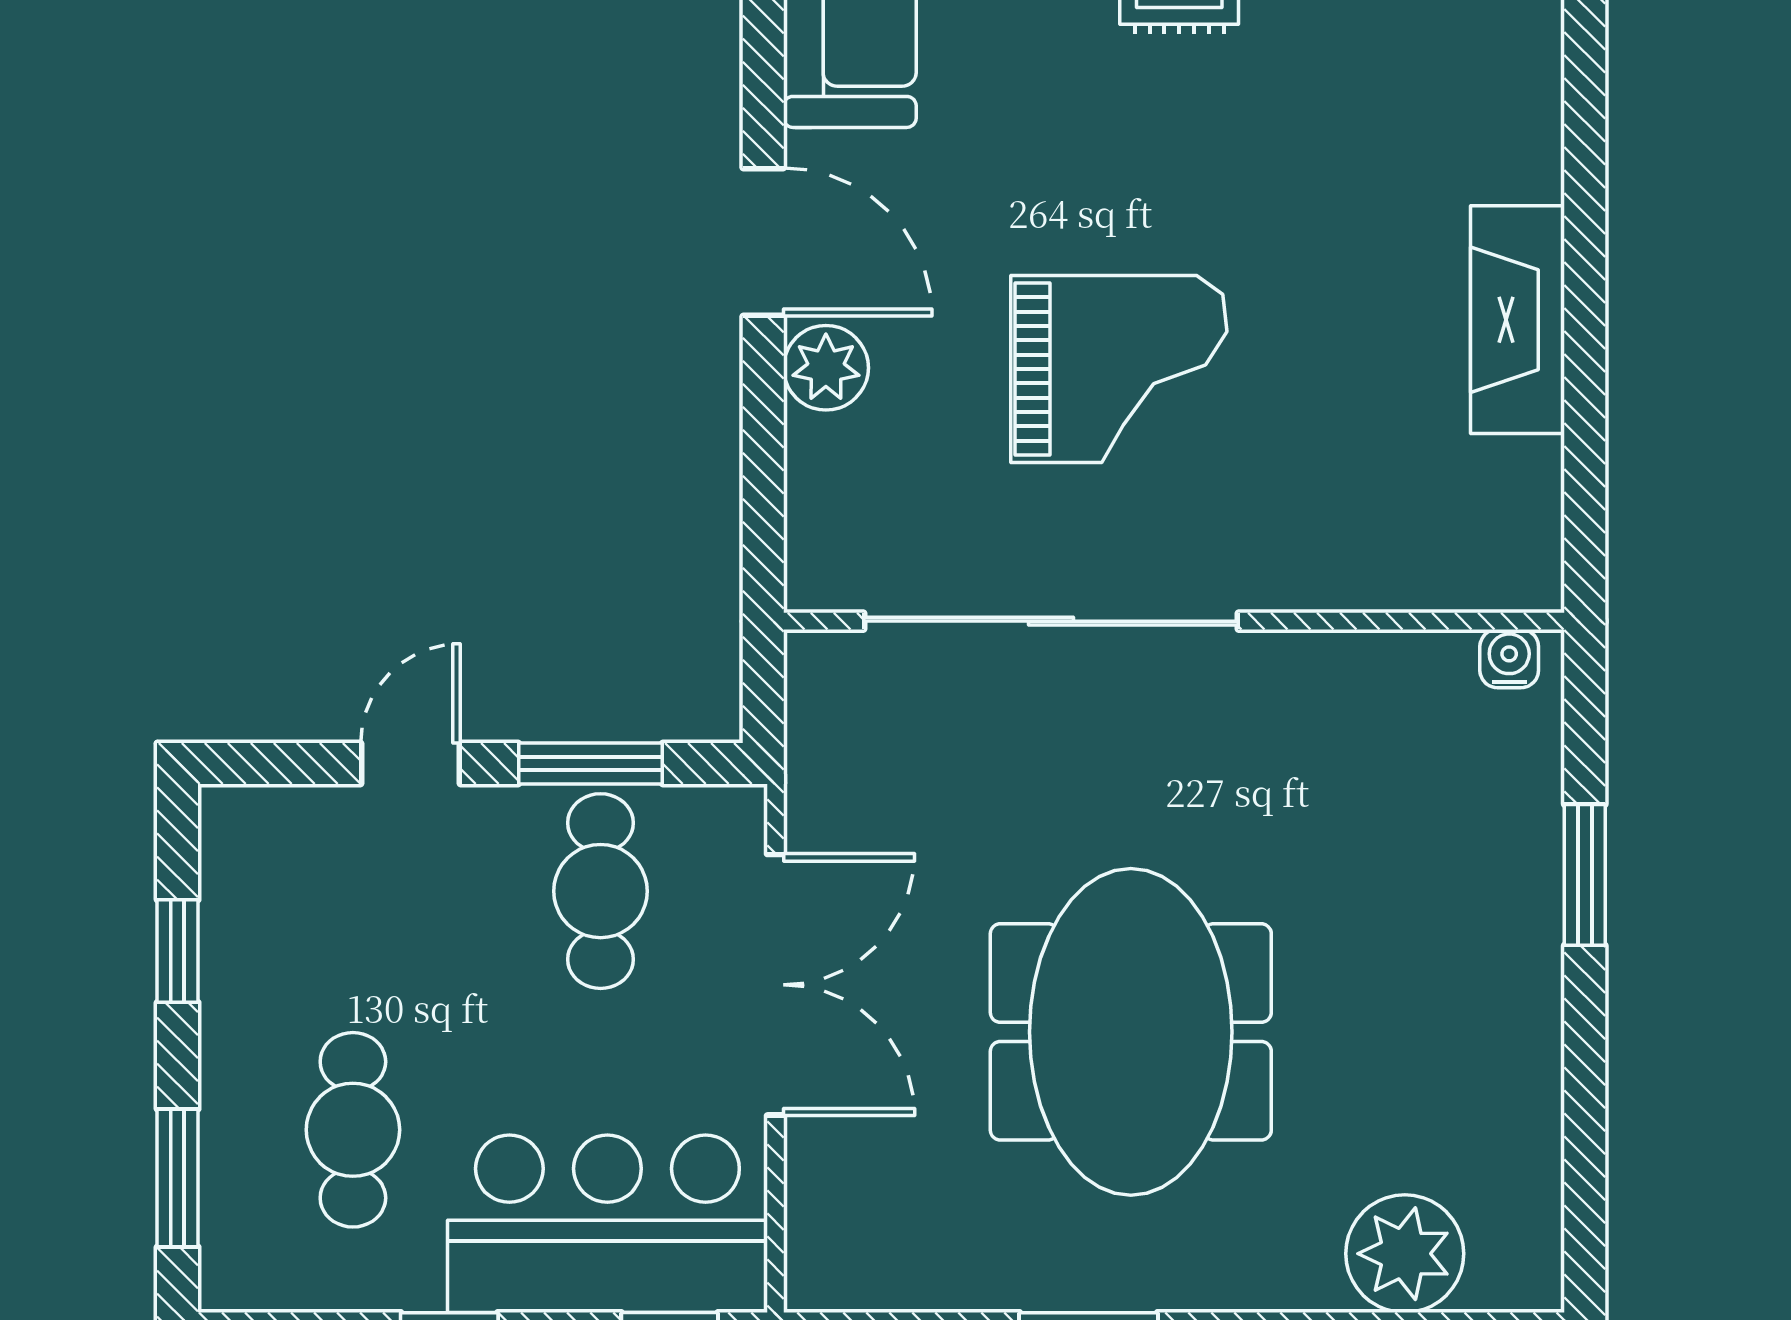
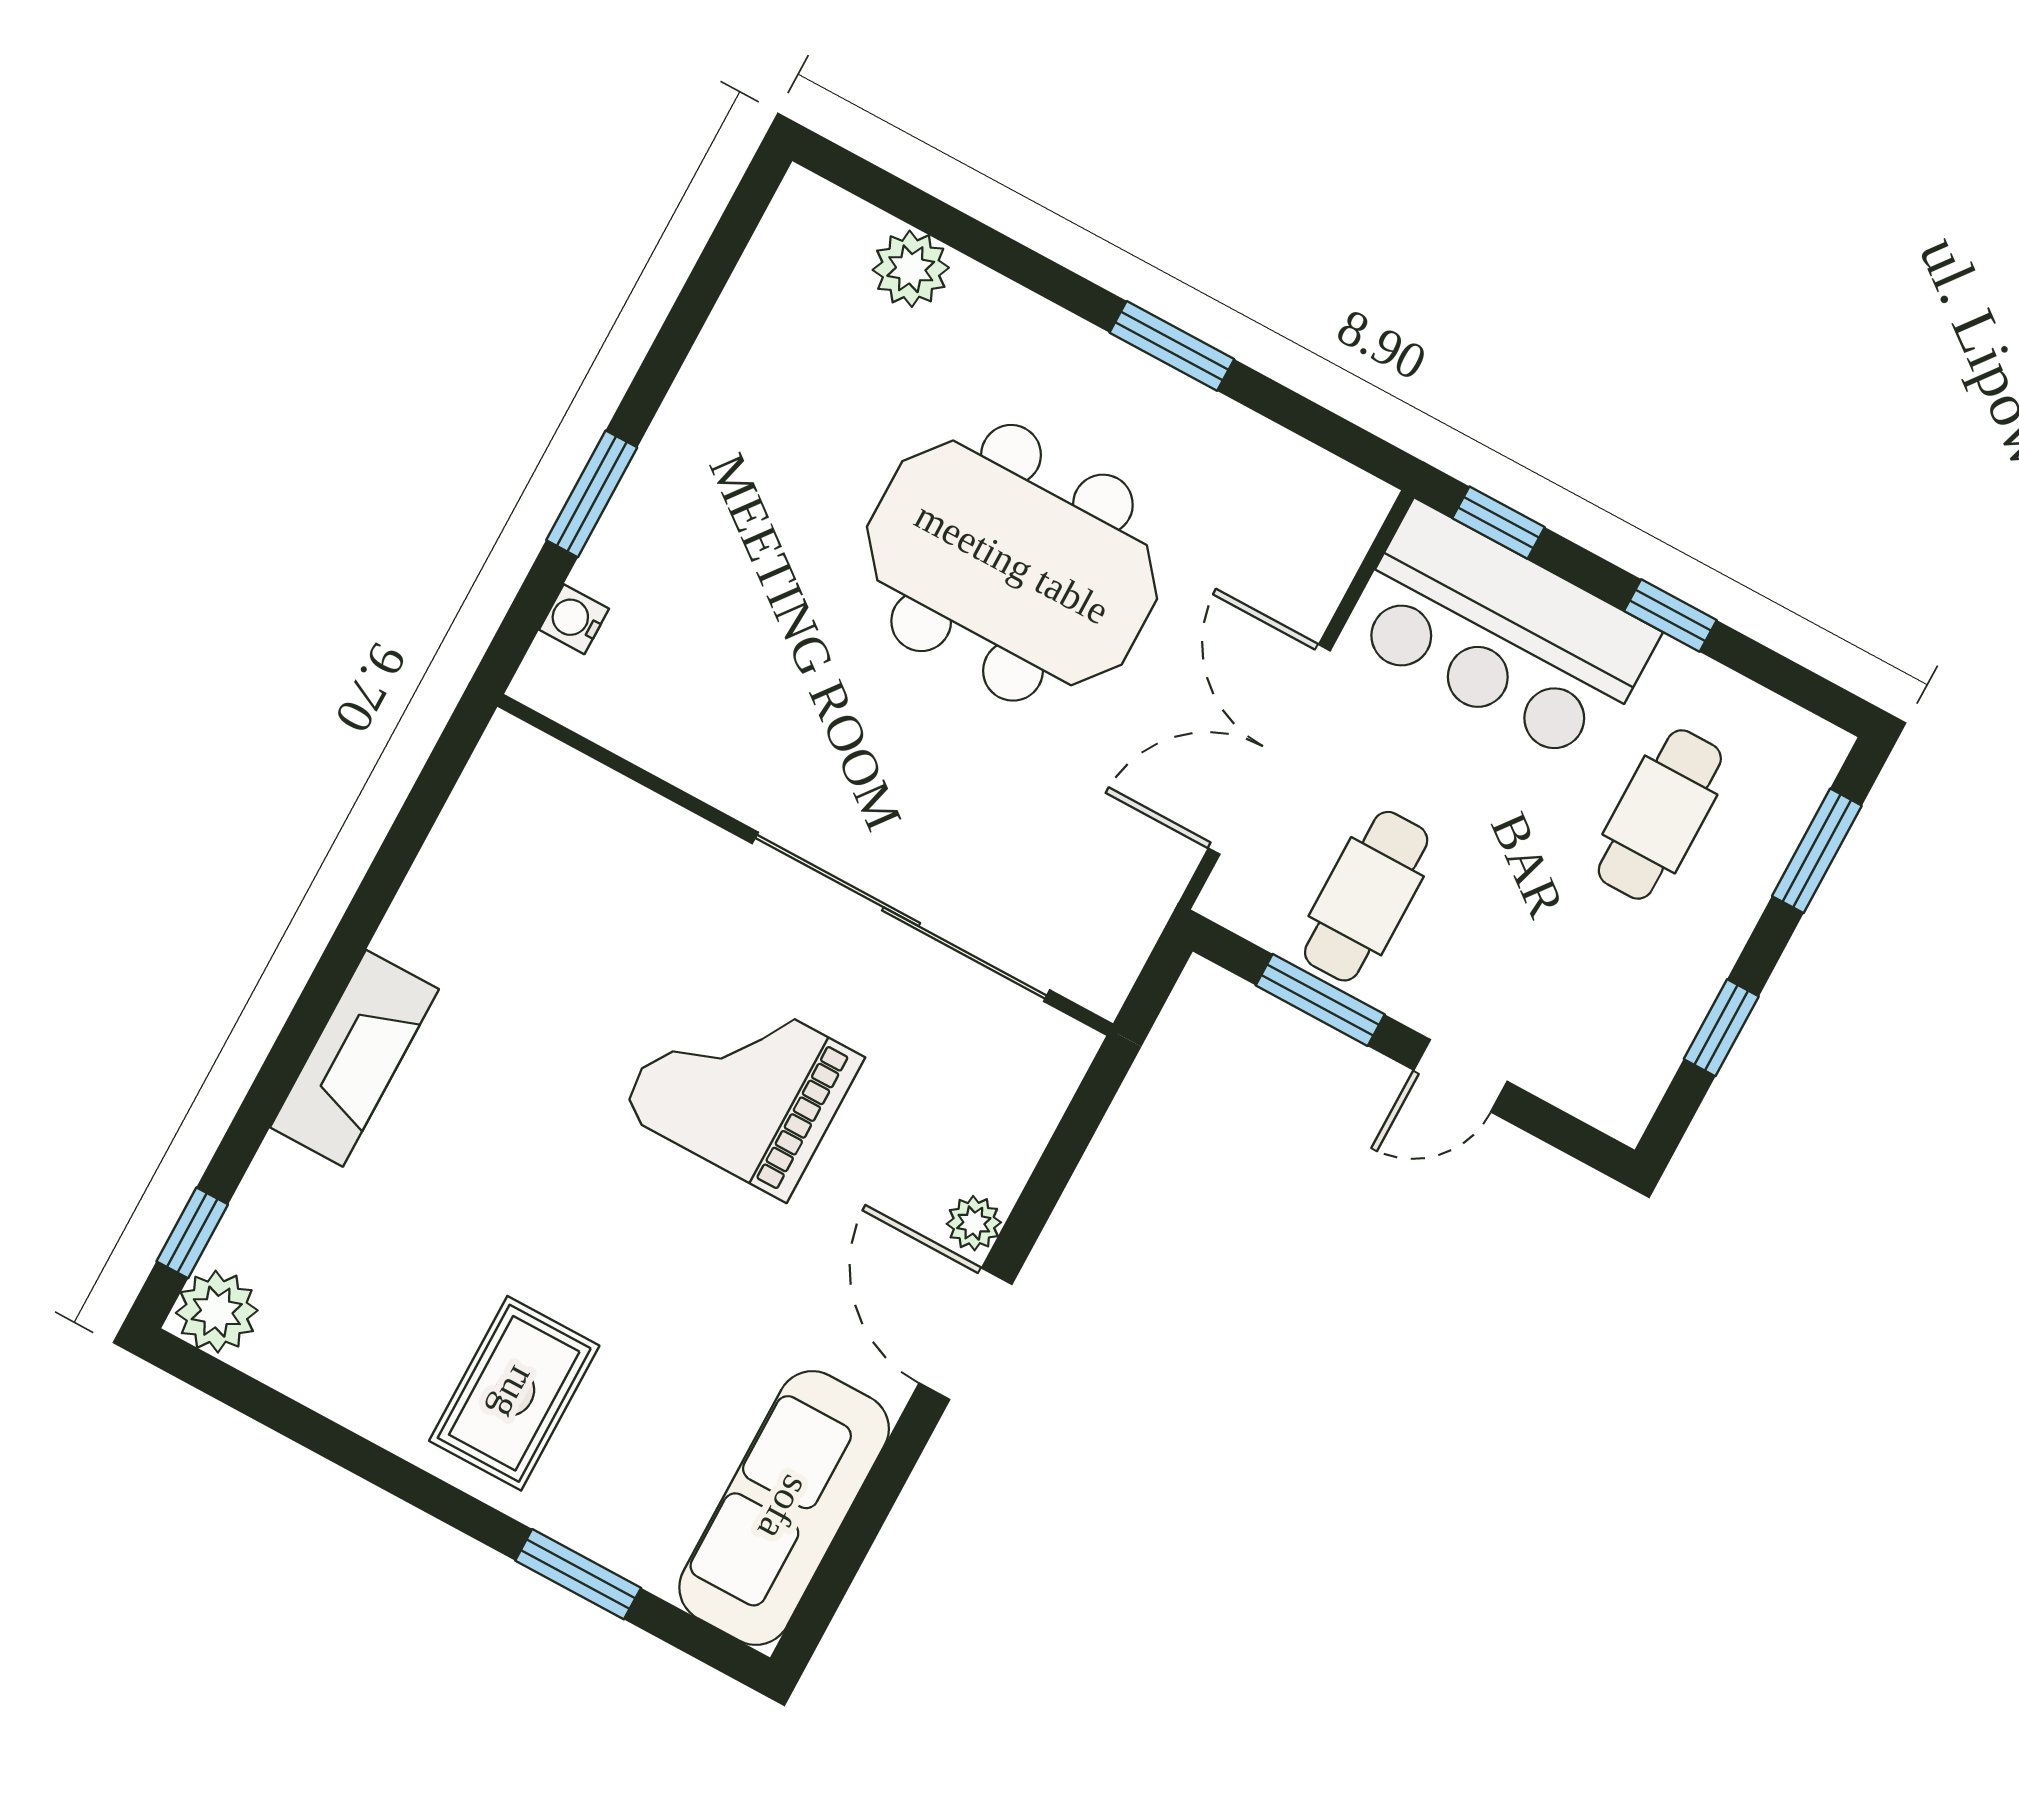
fireplace: (1518, 320) -> (354, 1058), moved
plant: (826, 368) -> (974, 1223), width x0.73, depth x0.73
water cooler: (1509, 659) -> (574, 619), moved, turned 90
meeting table: (1131, 1032) -> (1012, 563), turned 90
plant: (1405, 1254) -> (911, 269), width x0.73, depth x0.73

